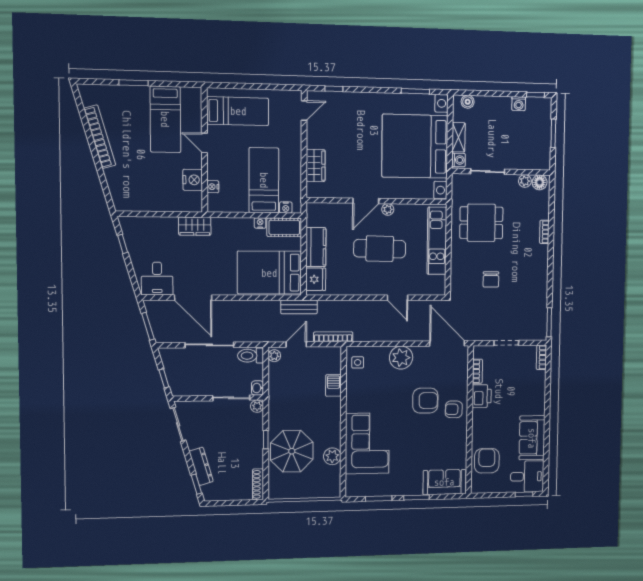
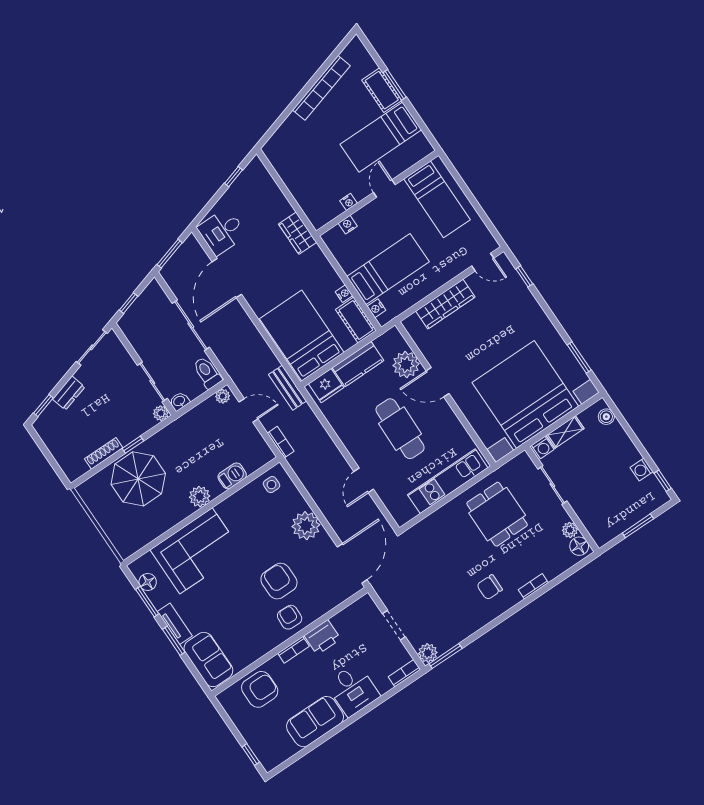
cot: (131, 95) -> (382, 90), added
wardrobe: (316, 166) -> (445, 304), width x1.50
nightstand: (193, 180) -> (348, 202), width x0.53, depth x0.56
plant: (388, 209) -> (406, 365), moved, width x1.88, depth x1.88
chair: (491, 279) -> (490, 587), moved
plant: (539, 333) -> (428, 653), added
bookcase: (333, 337) -> (281, 442), width x0.64
bookcase: (477, 371) -> (294, 650), moved
armchair: (425, 401) -> (279, 581), turned 180
plant: (332, 456) -> (200, 497), moved
dresser: (201, 466) -> (69, 393), width x0.70
desk: (527, 476) -> (353, 690), moved
shoe rack: (258, 484) -> (104, 453), moved
tv unit: (406, 489) -> (175, 624), added
floor lamp: (366, 490) -> (148, 582), added

